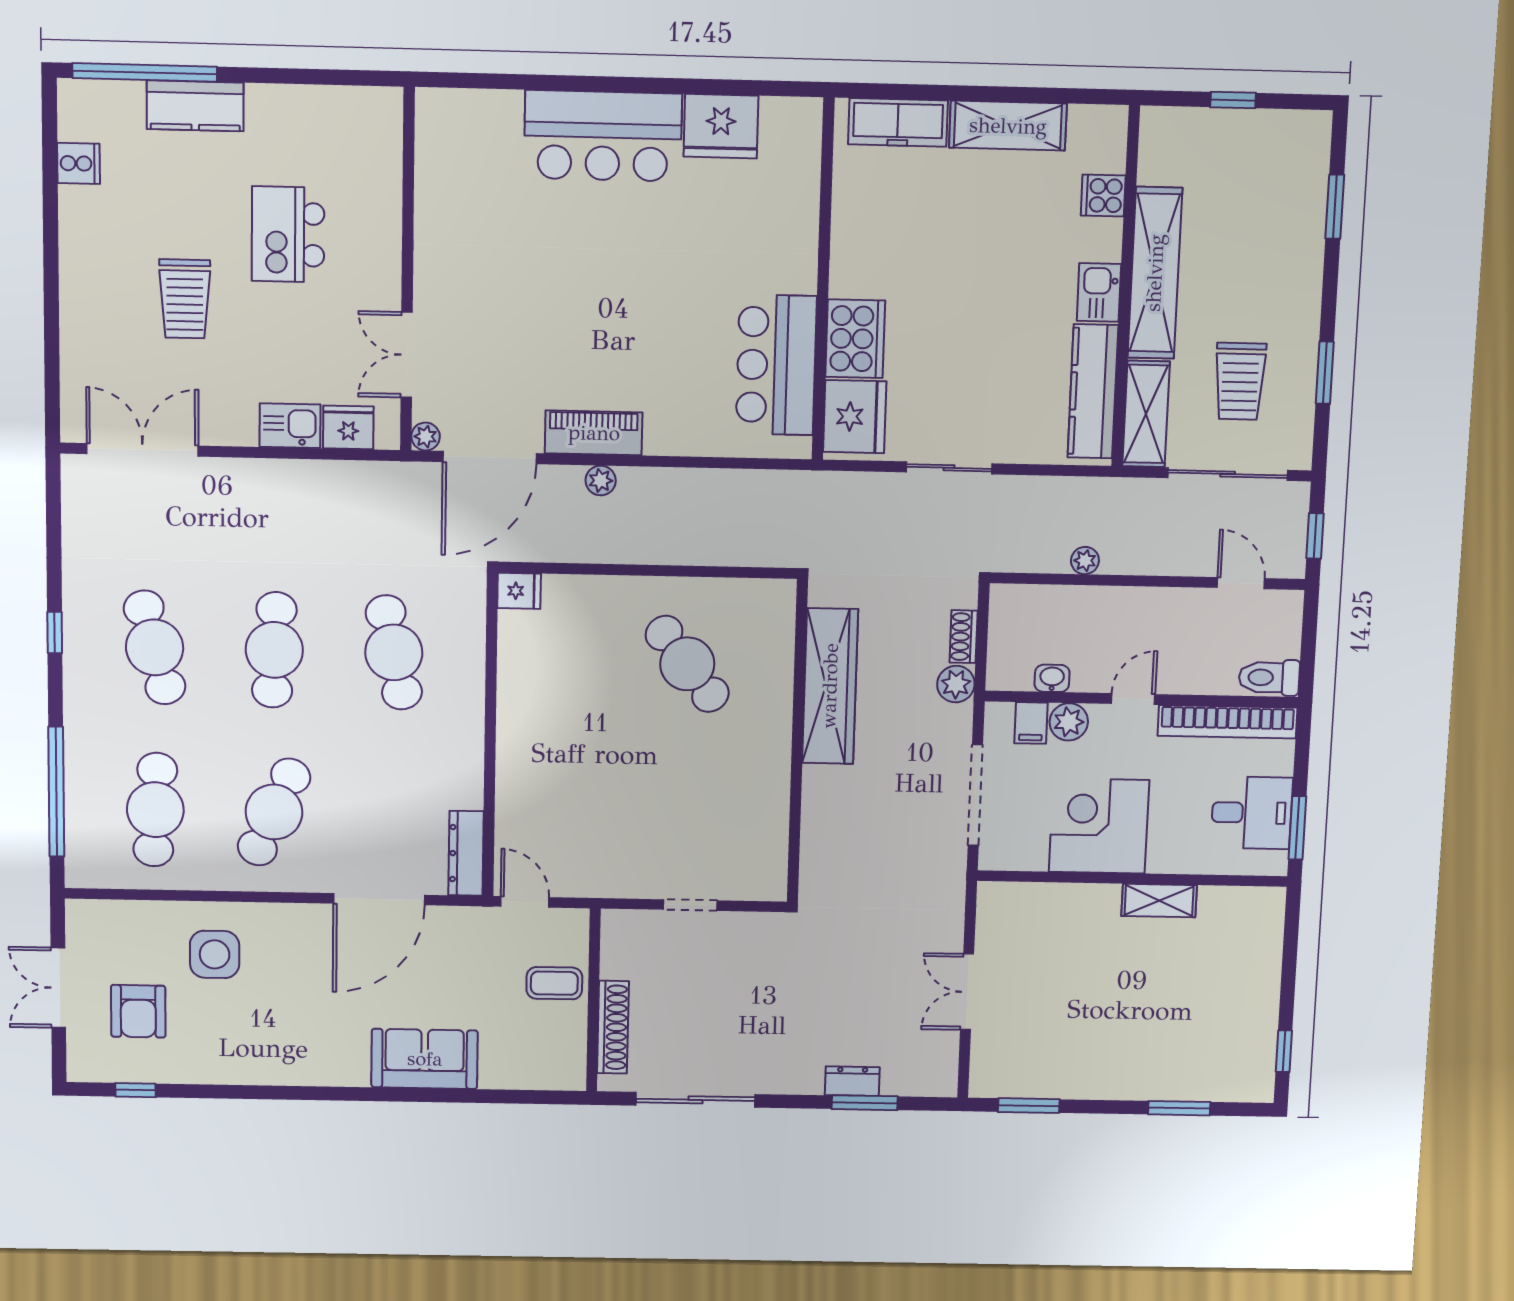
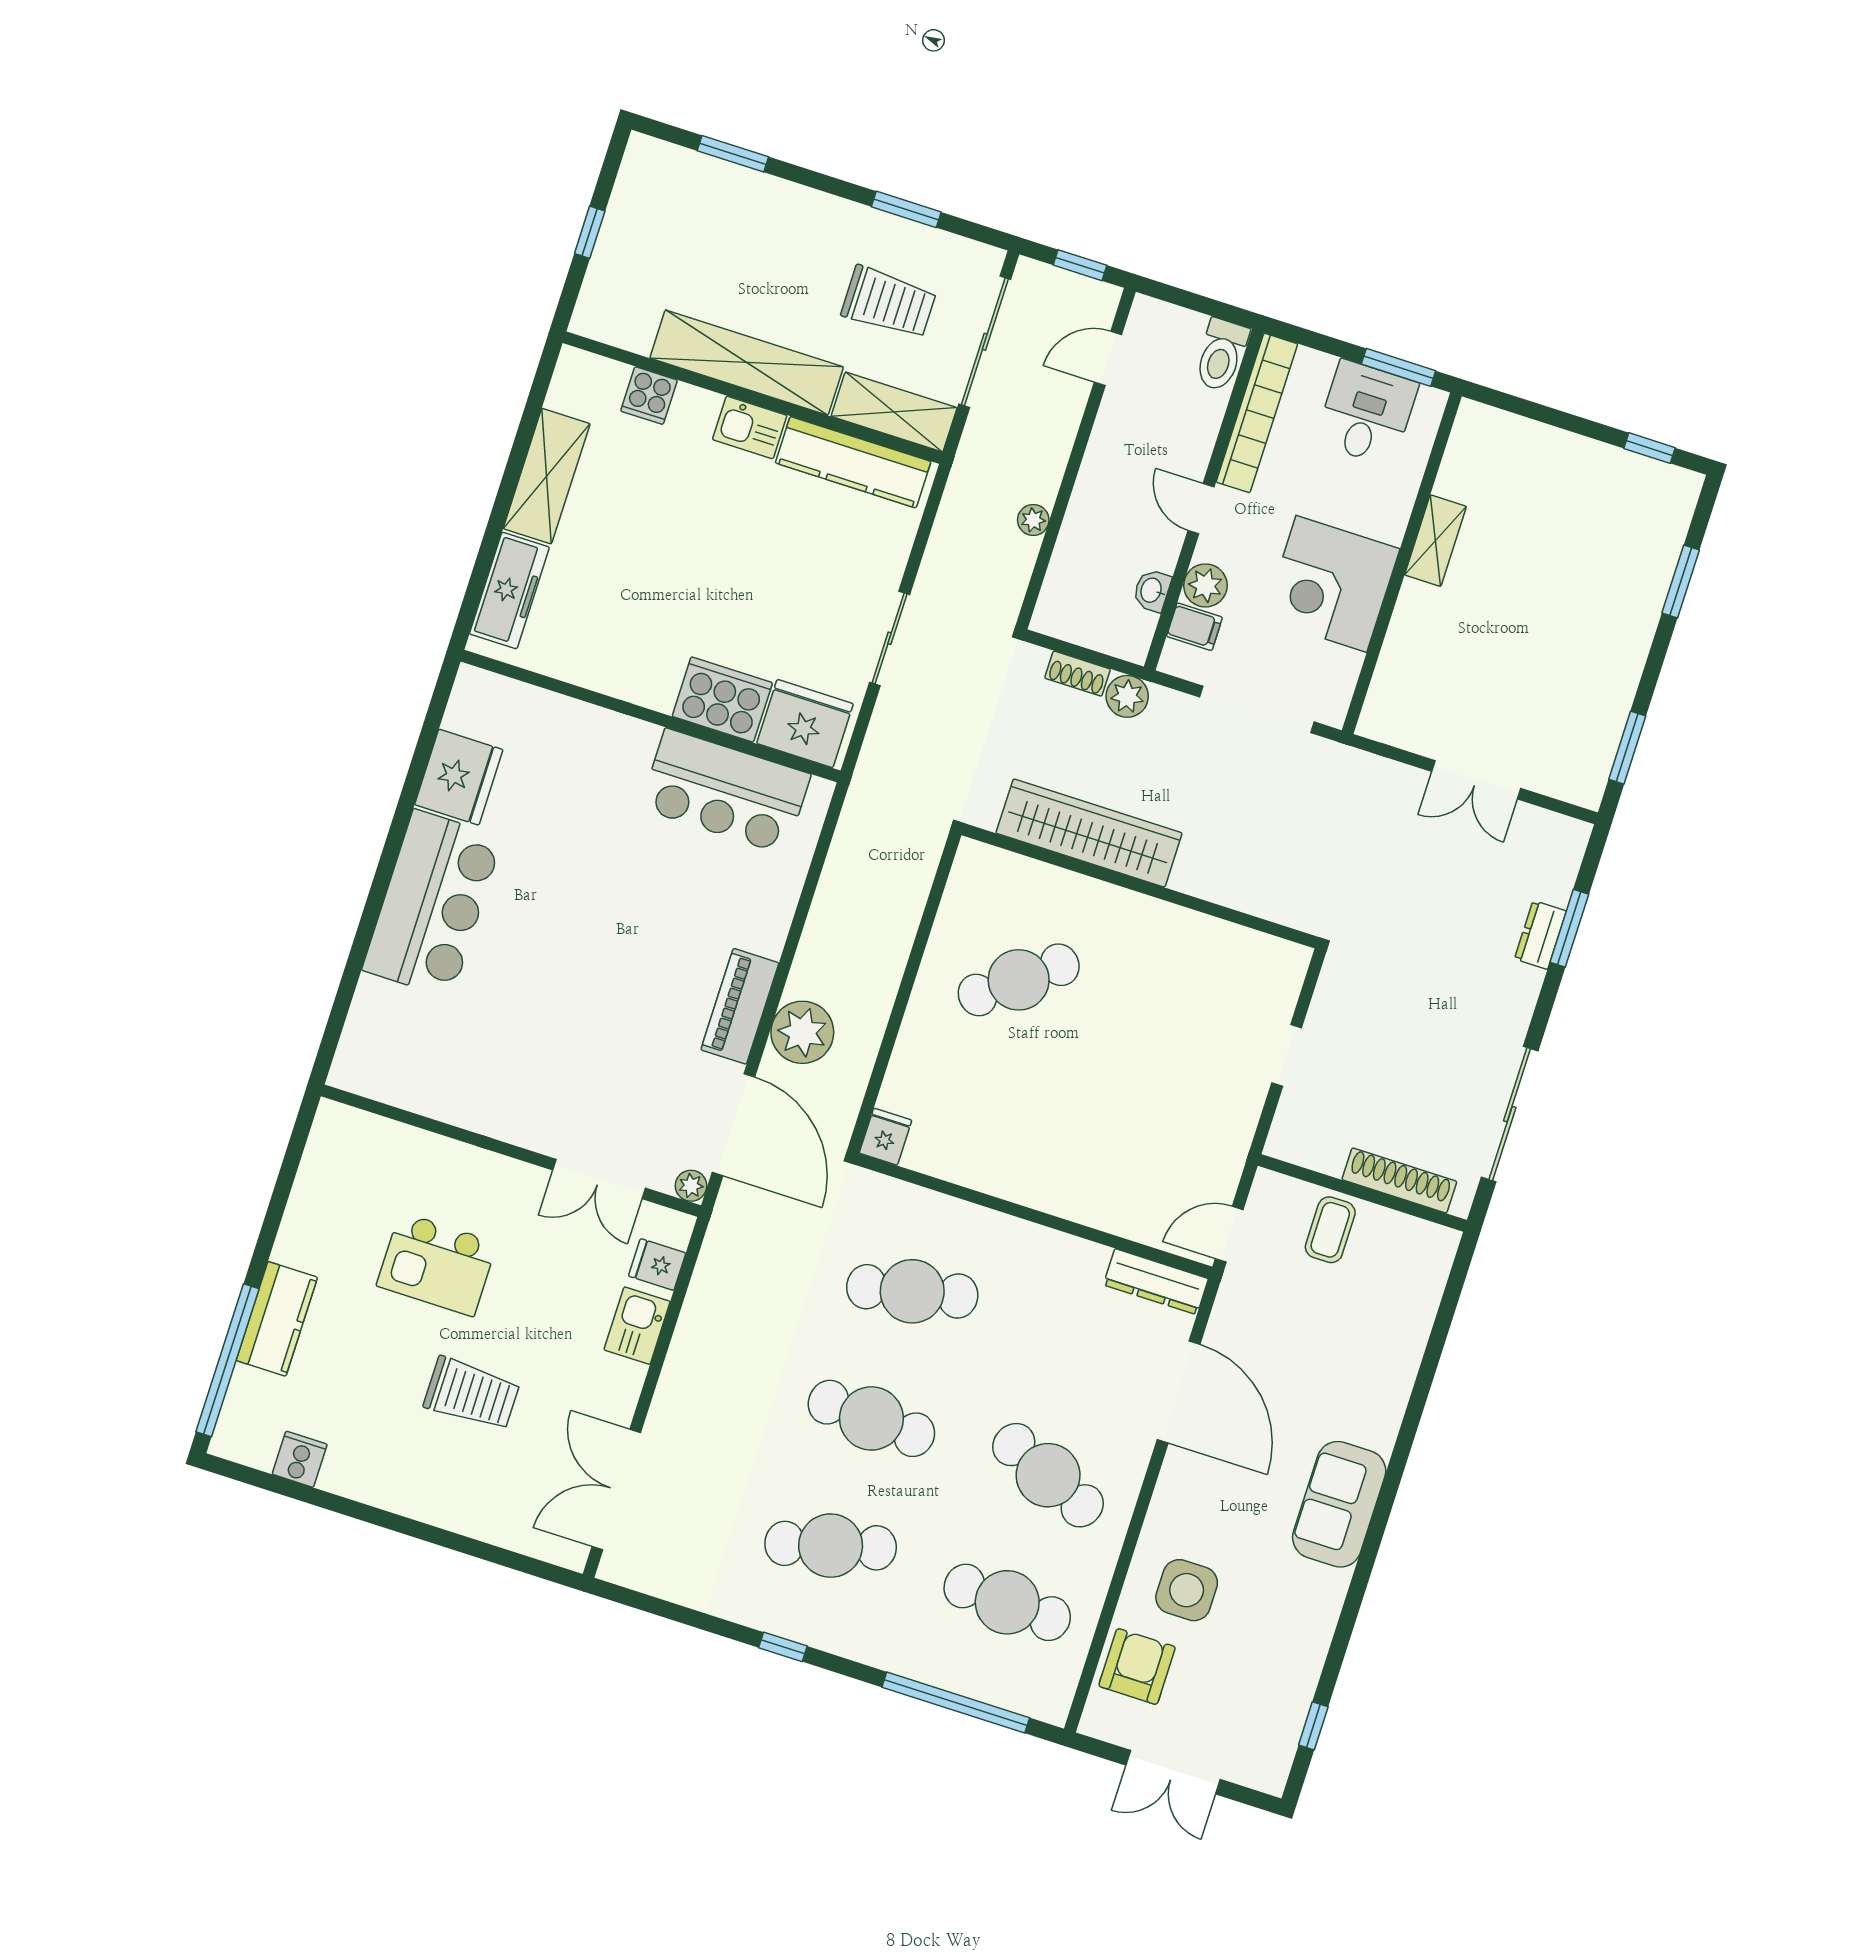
fridge: (348, 427) -> (657, 1265), width x0.72
plant: (601, 481) -> (802, 1032), width x1.88, depth x1.88
armchair: (138, 1011) -> (1137, 1666), moved, turned -90
sofa: (425, 1059) -> (1339, 1504), moved

